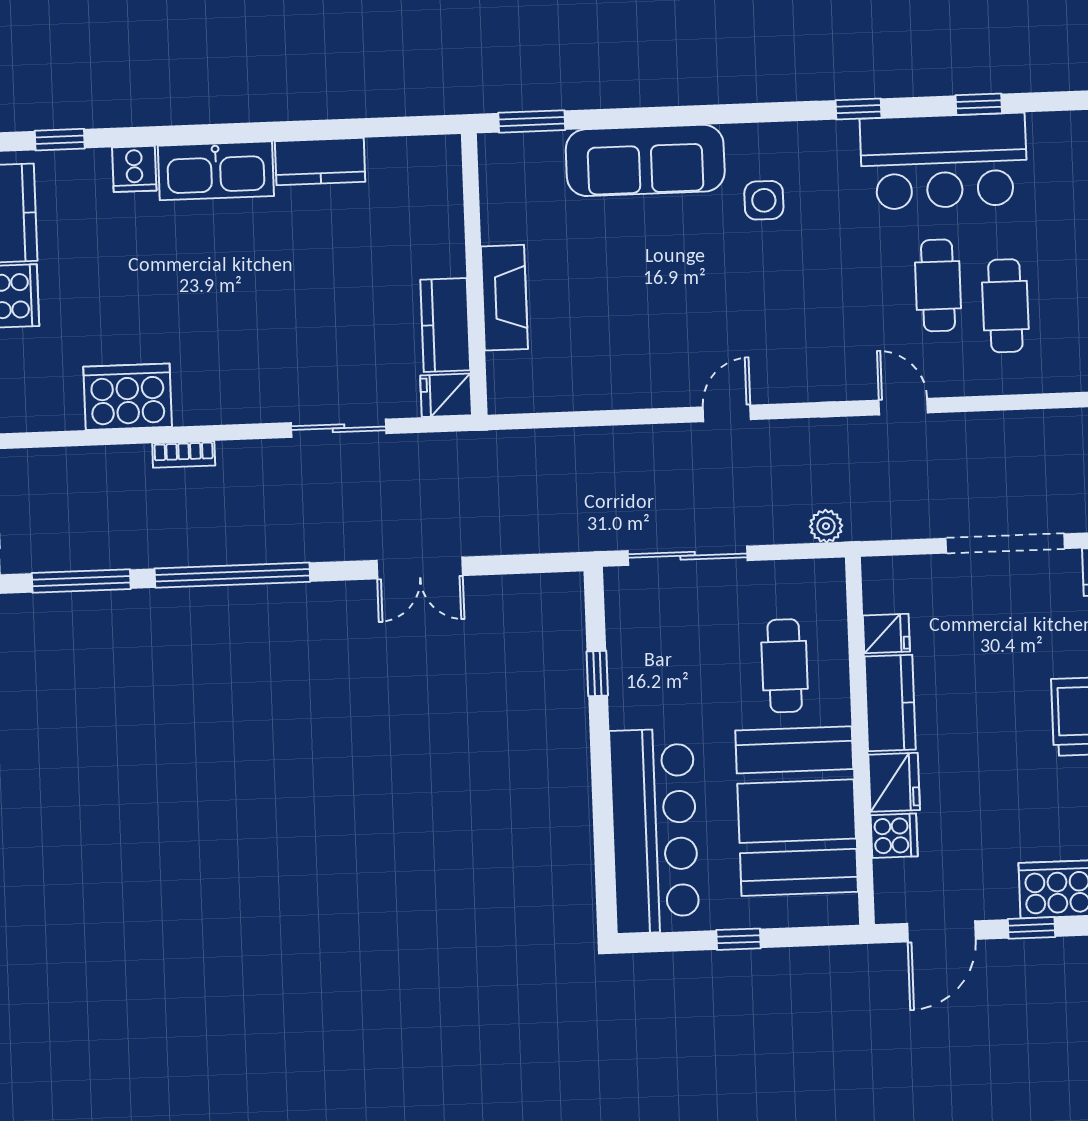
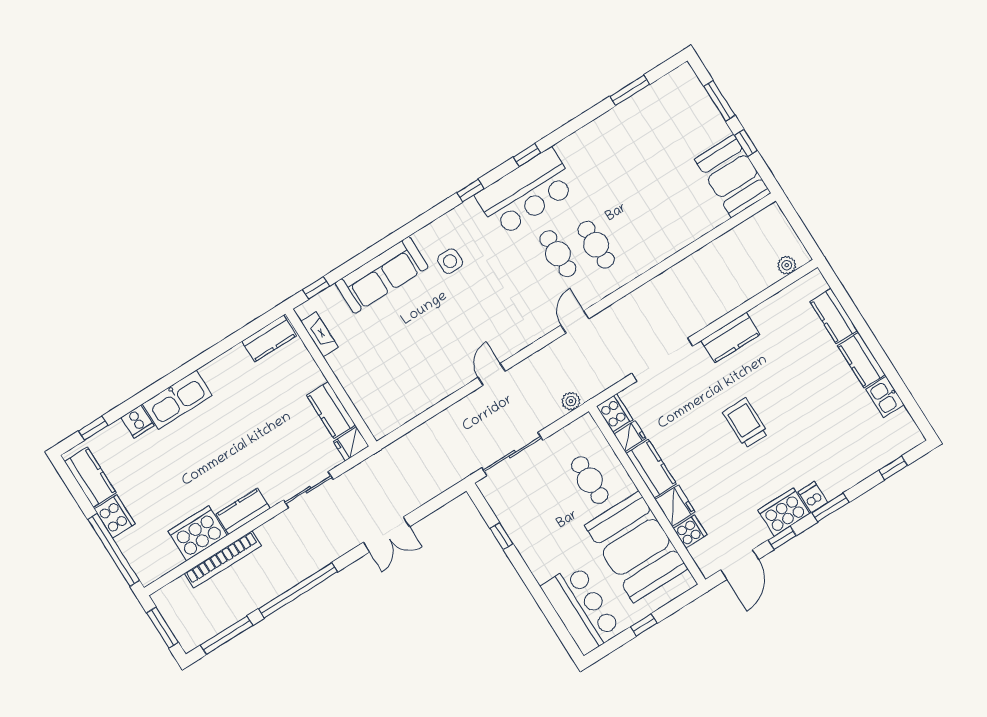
window: (532, 121) -> (316, 288), width x0.67
kitchen counter: (320, 162) -> (269, 338), moved
fireplace: (504, 298) -> (319, 334), moved, width x0.73, depth x0.76
kitchen counter: (218, 403) -> (243, 511), added
door: (903, 407) -> (575, 322), hinge flipped
bookcase: (184, 454) -> (223, 559), width x2.31, depth x1.31
cooker: (883, 584) -> (615, 413), added
bar counter: (654, 831) -> (581, 609), width x0.73

